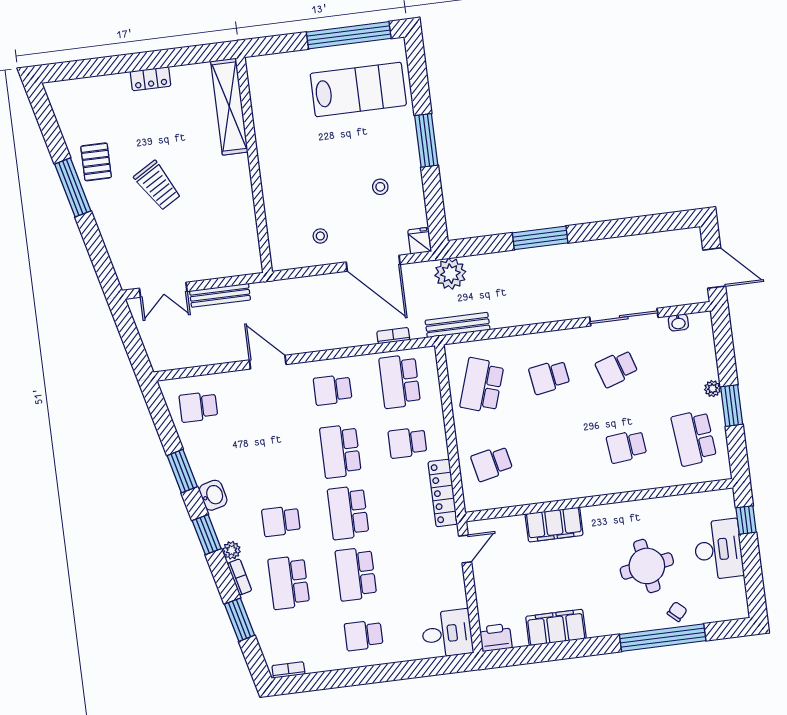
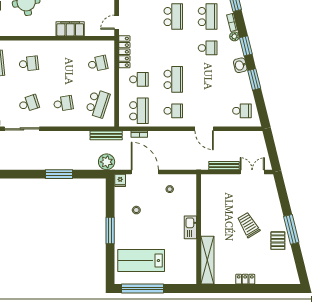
kitchen sink: (270, 166) -> (190, 227), added
school desk: (348, 513) -> (173, 48), removed

